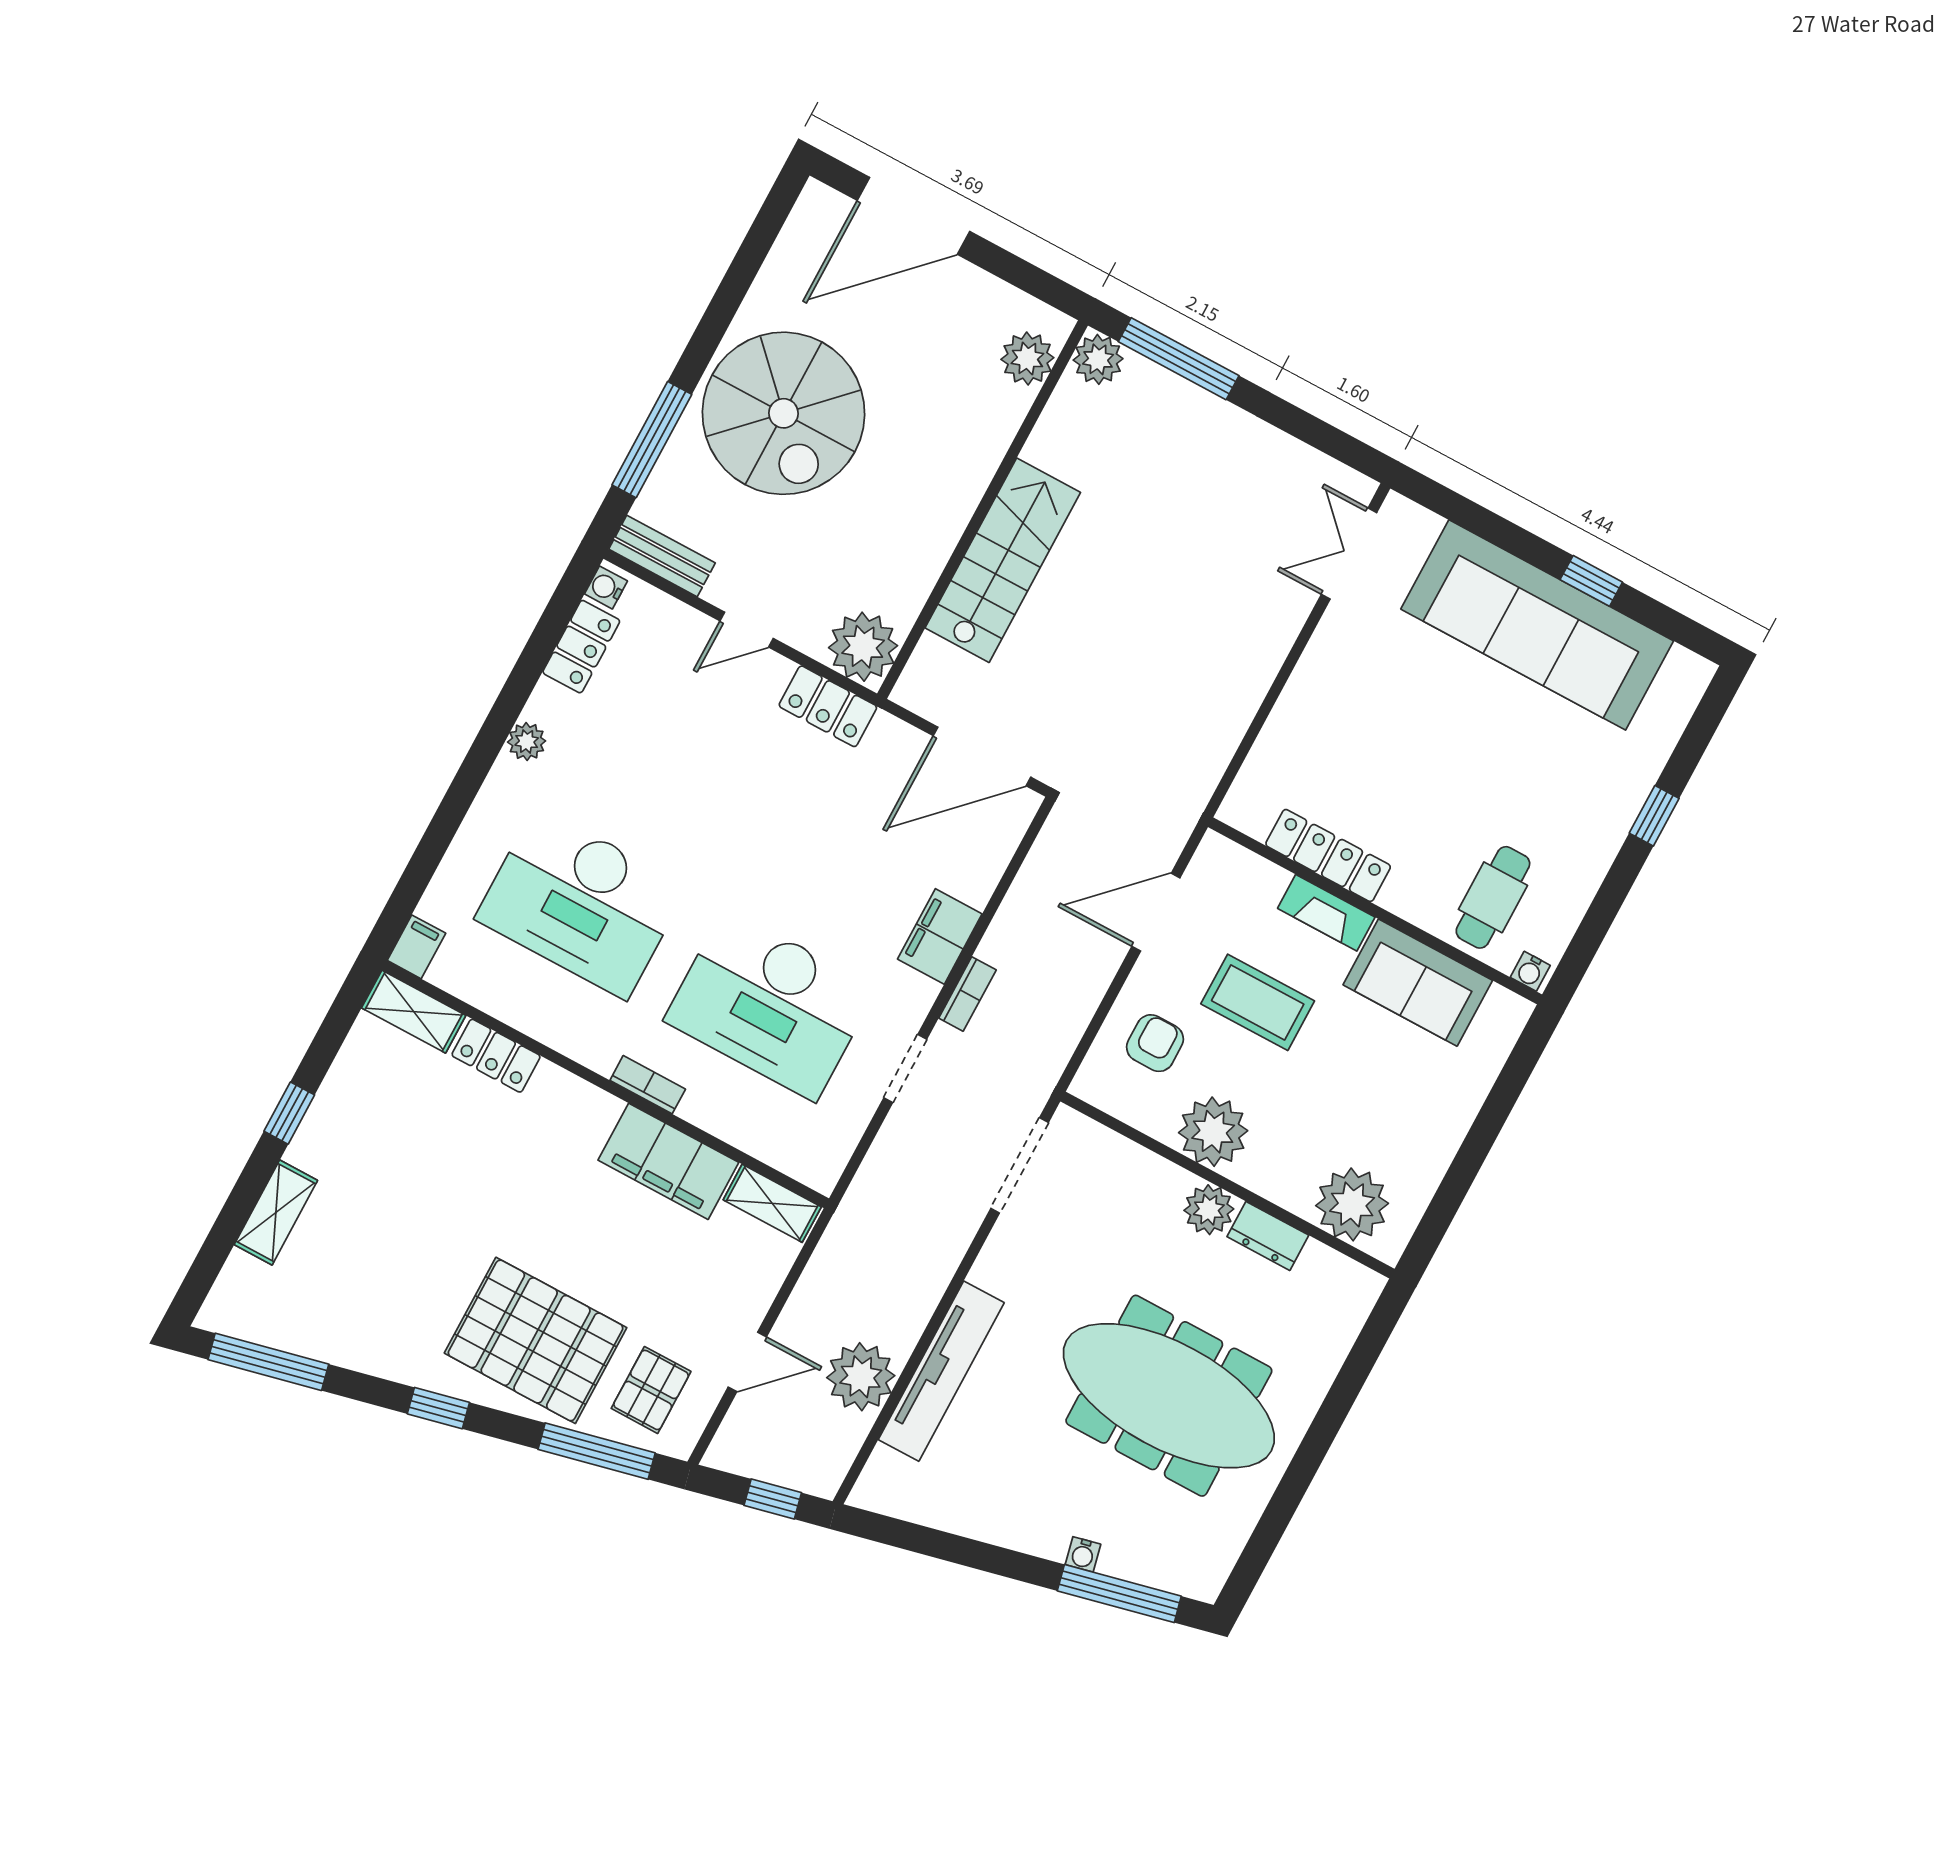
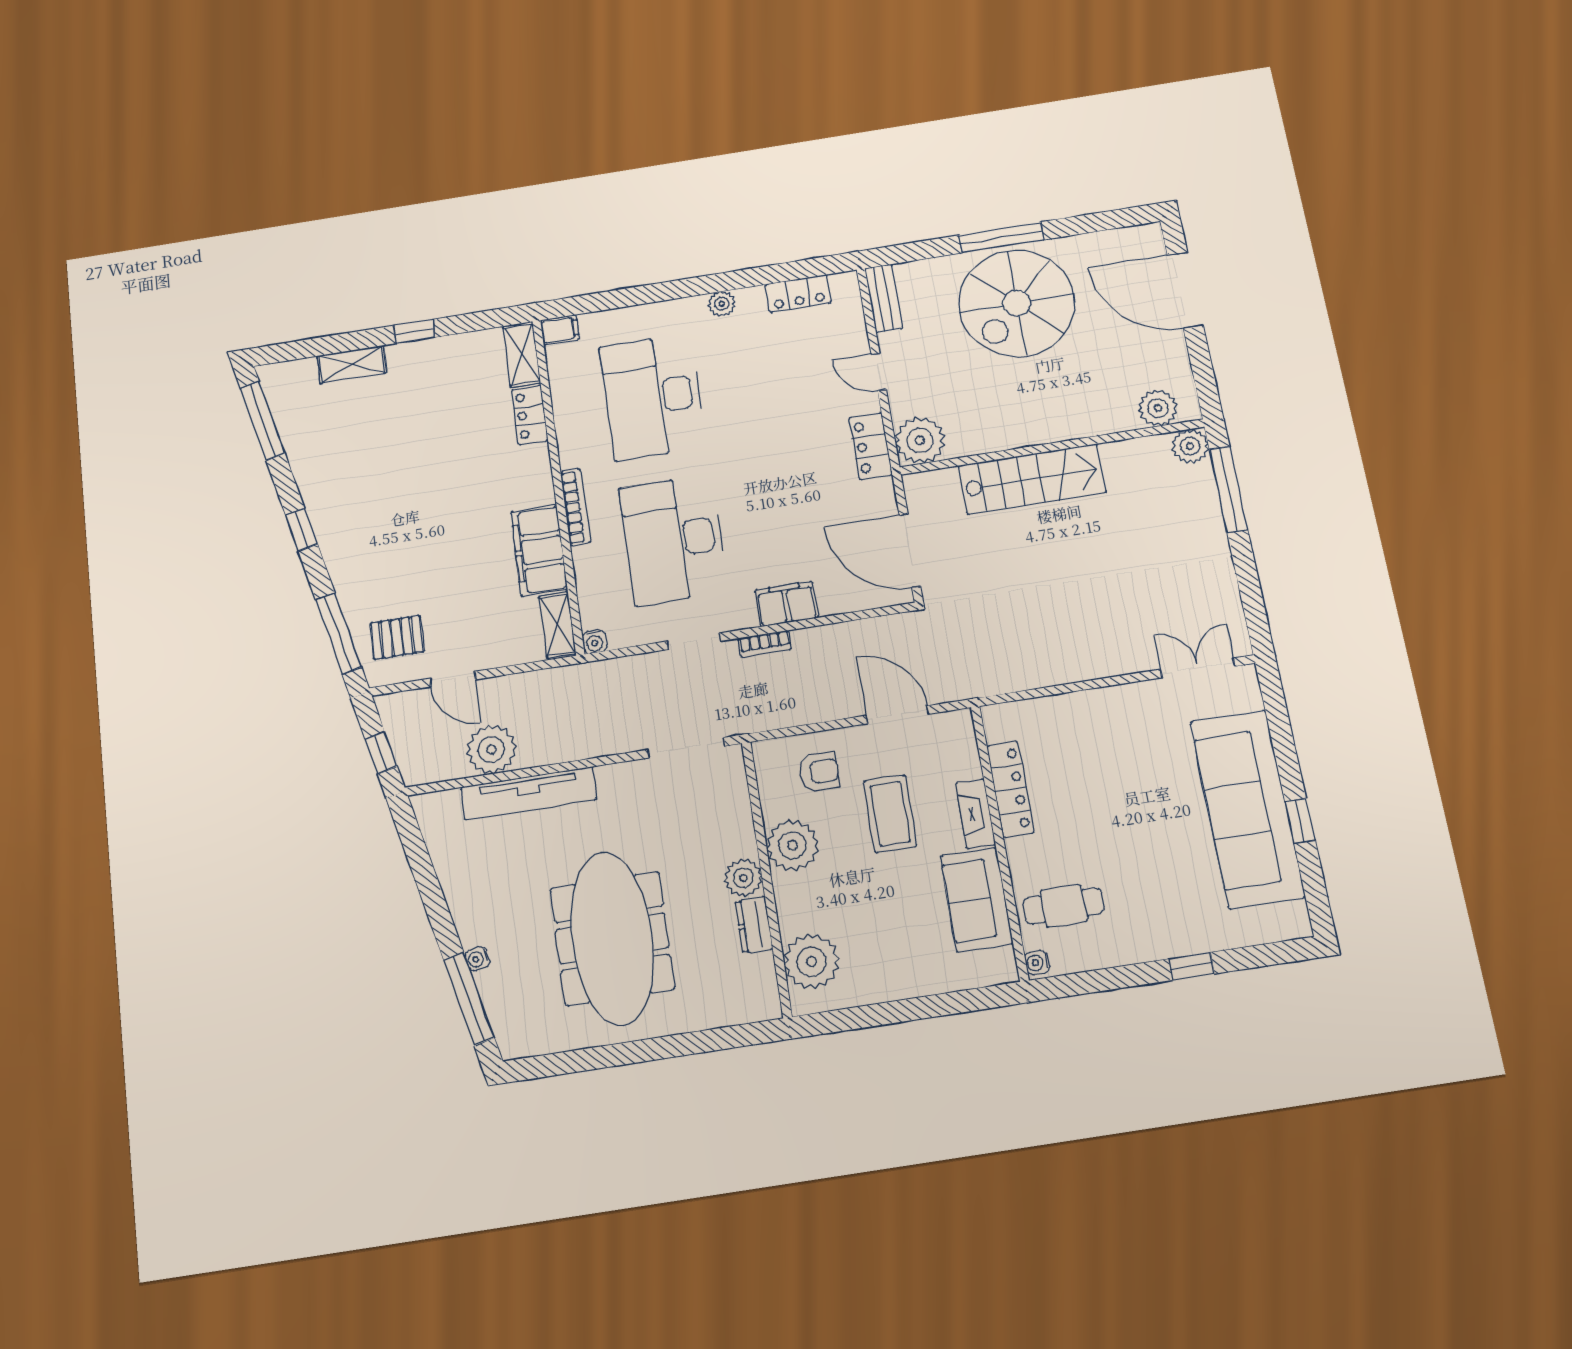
window: (652, 440) -> (1001, 237), moved
water cooler: (606, 587) -> (594, 642), moved, turned 180
bookcase: (648, 1085) -> (575, 507), width x1.56
pallet: (536, 1340) -> (380, 554), removed

